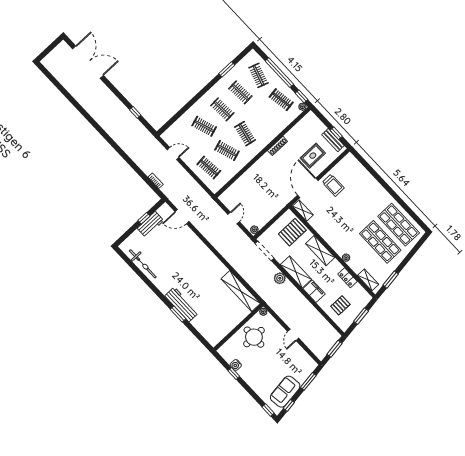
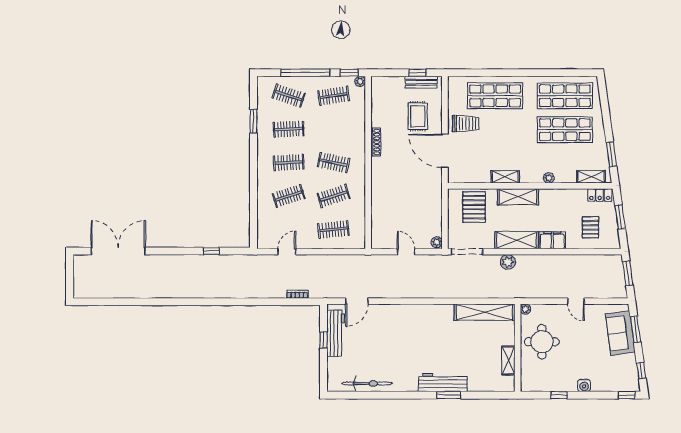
shop shelf: (363, 187) -> (495, 96), added
shelving: (303, 211) -> (505, 177), moved
workbench: (150, 224) -> (336, 333), width x1.37
locker: (347, 278) -> (600, 195), moved
shelving: (227, 329) -> (508, 360), added
water cooler: (236, 365) -> (584, 385), moved
sofa: (285, 392) -> (620, 333), moved

